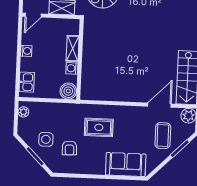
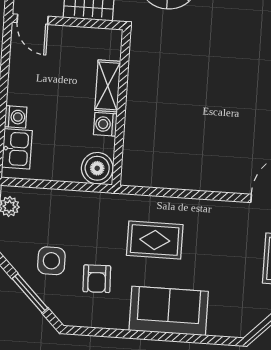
door: (33, 15) -> (33, 19), hinge flipped
washing machine: (26, 51) -> (16, 117), moved
sofa: (126, 165) -> (169, 311), moved

